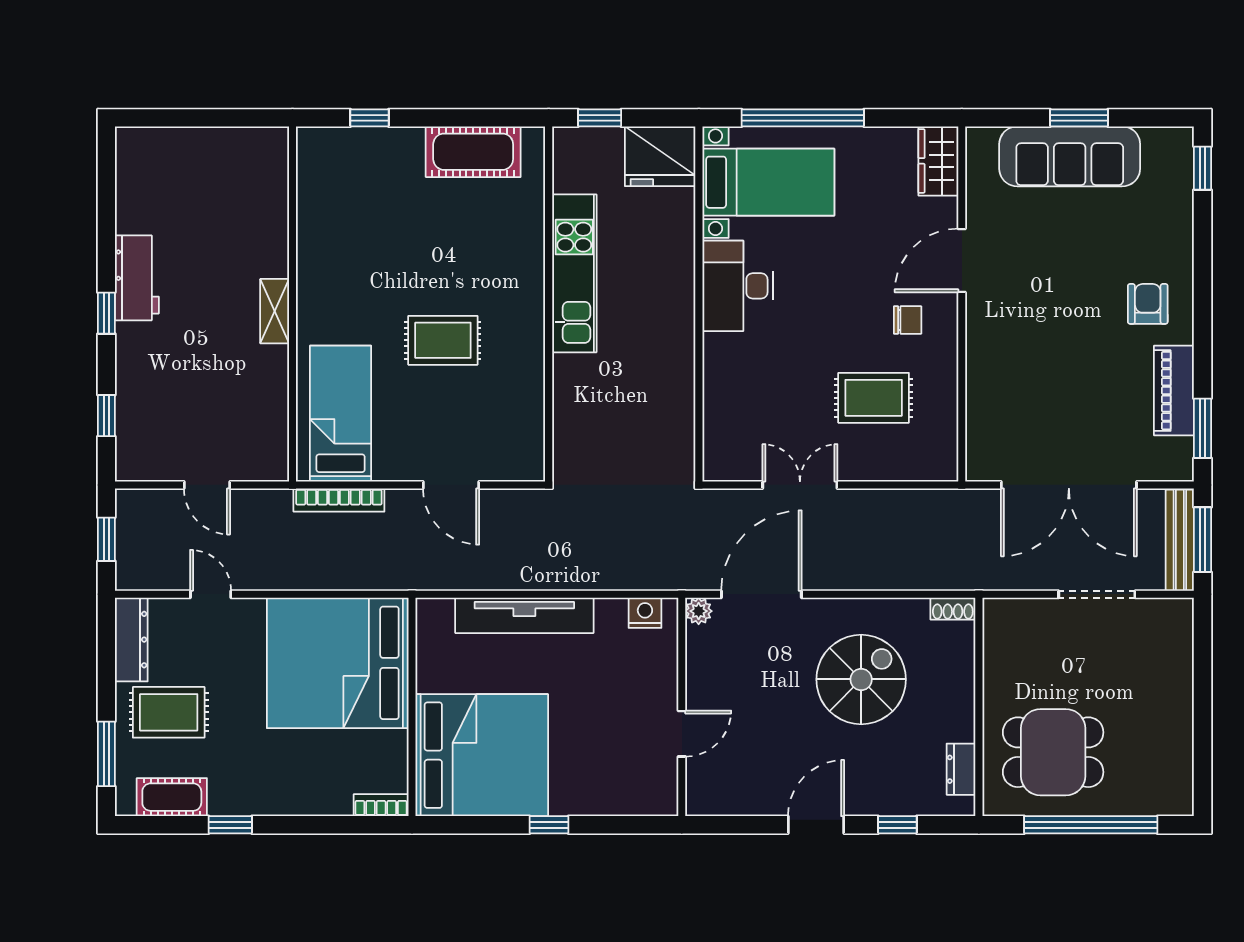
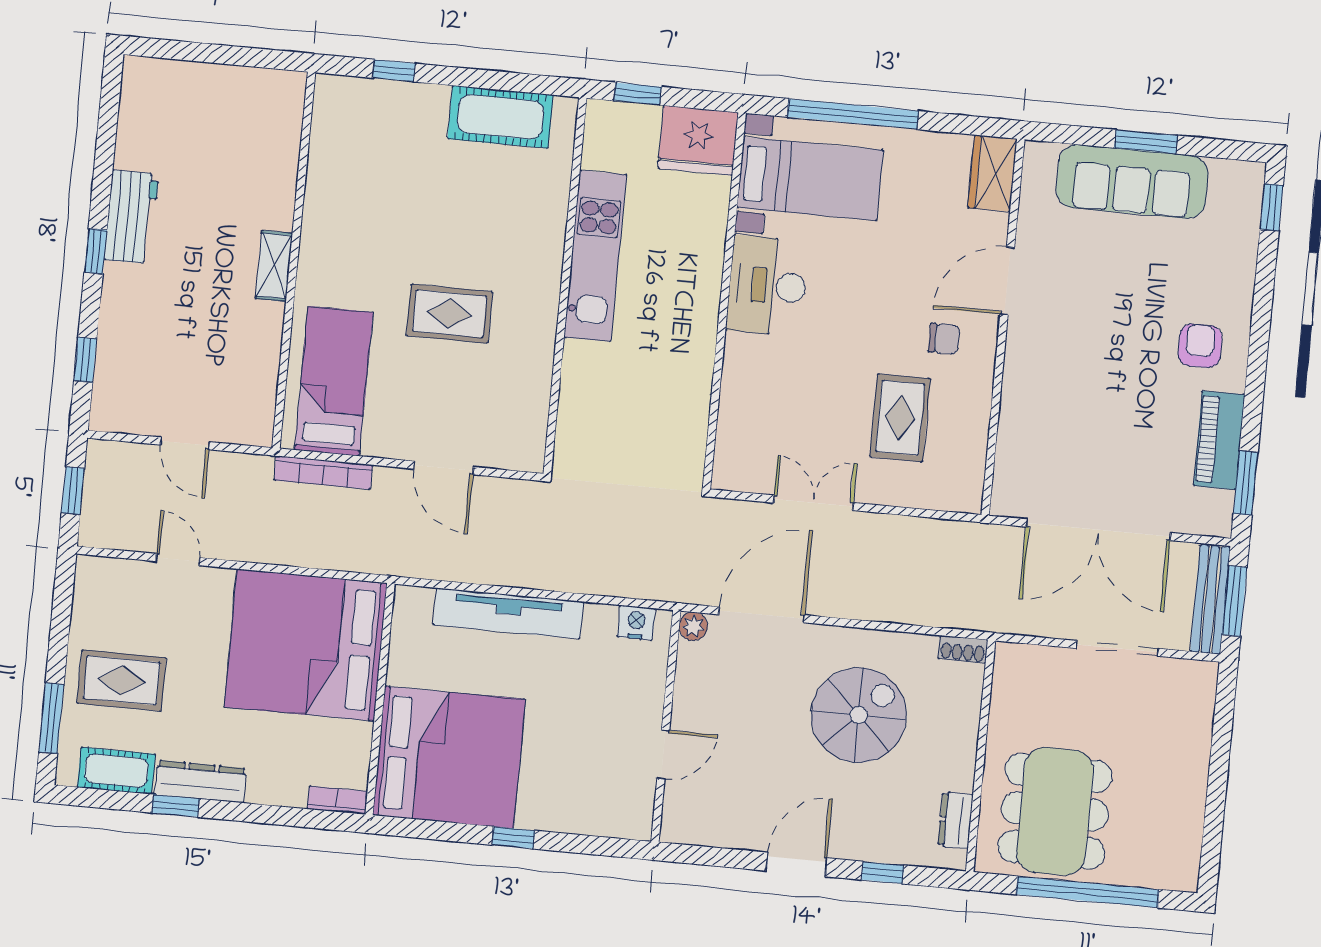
rug: (874, 398) -> (900, 418), turned 90
dresser: (131, 640) -> (201, 781), moved, turned -90
dining table: (1053, 752) -> (1055, 811), width x1.38

